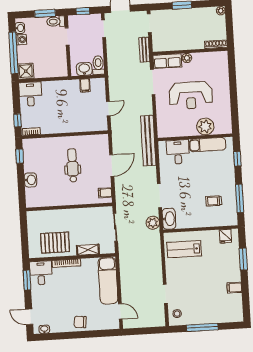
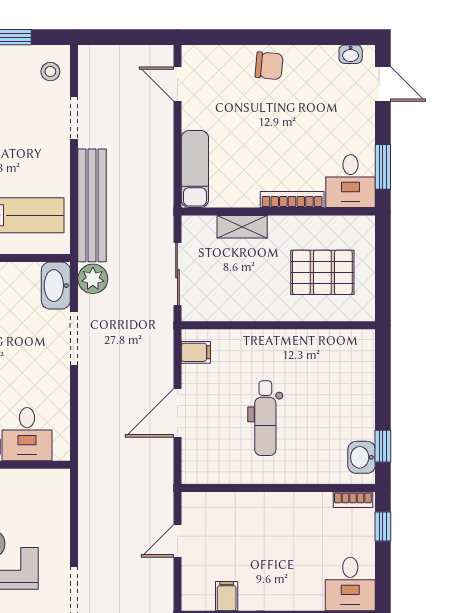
bench: (148, 141) -> (92, 205), moved
washbasin: (31, 180) -> (362, 457), moved
pallet: (55, 243) -> (322, 272), moved
exam couch: (108, 281) -> (195, 169), width x0.73, depth x0.69

